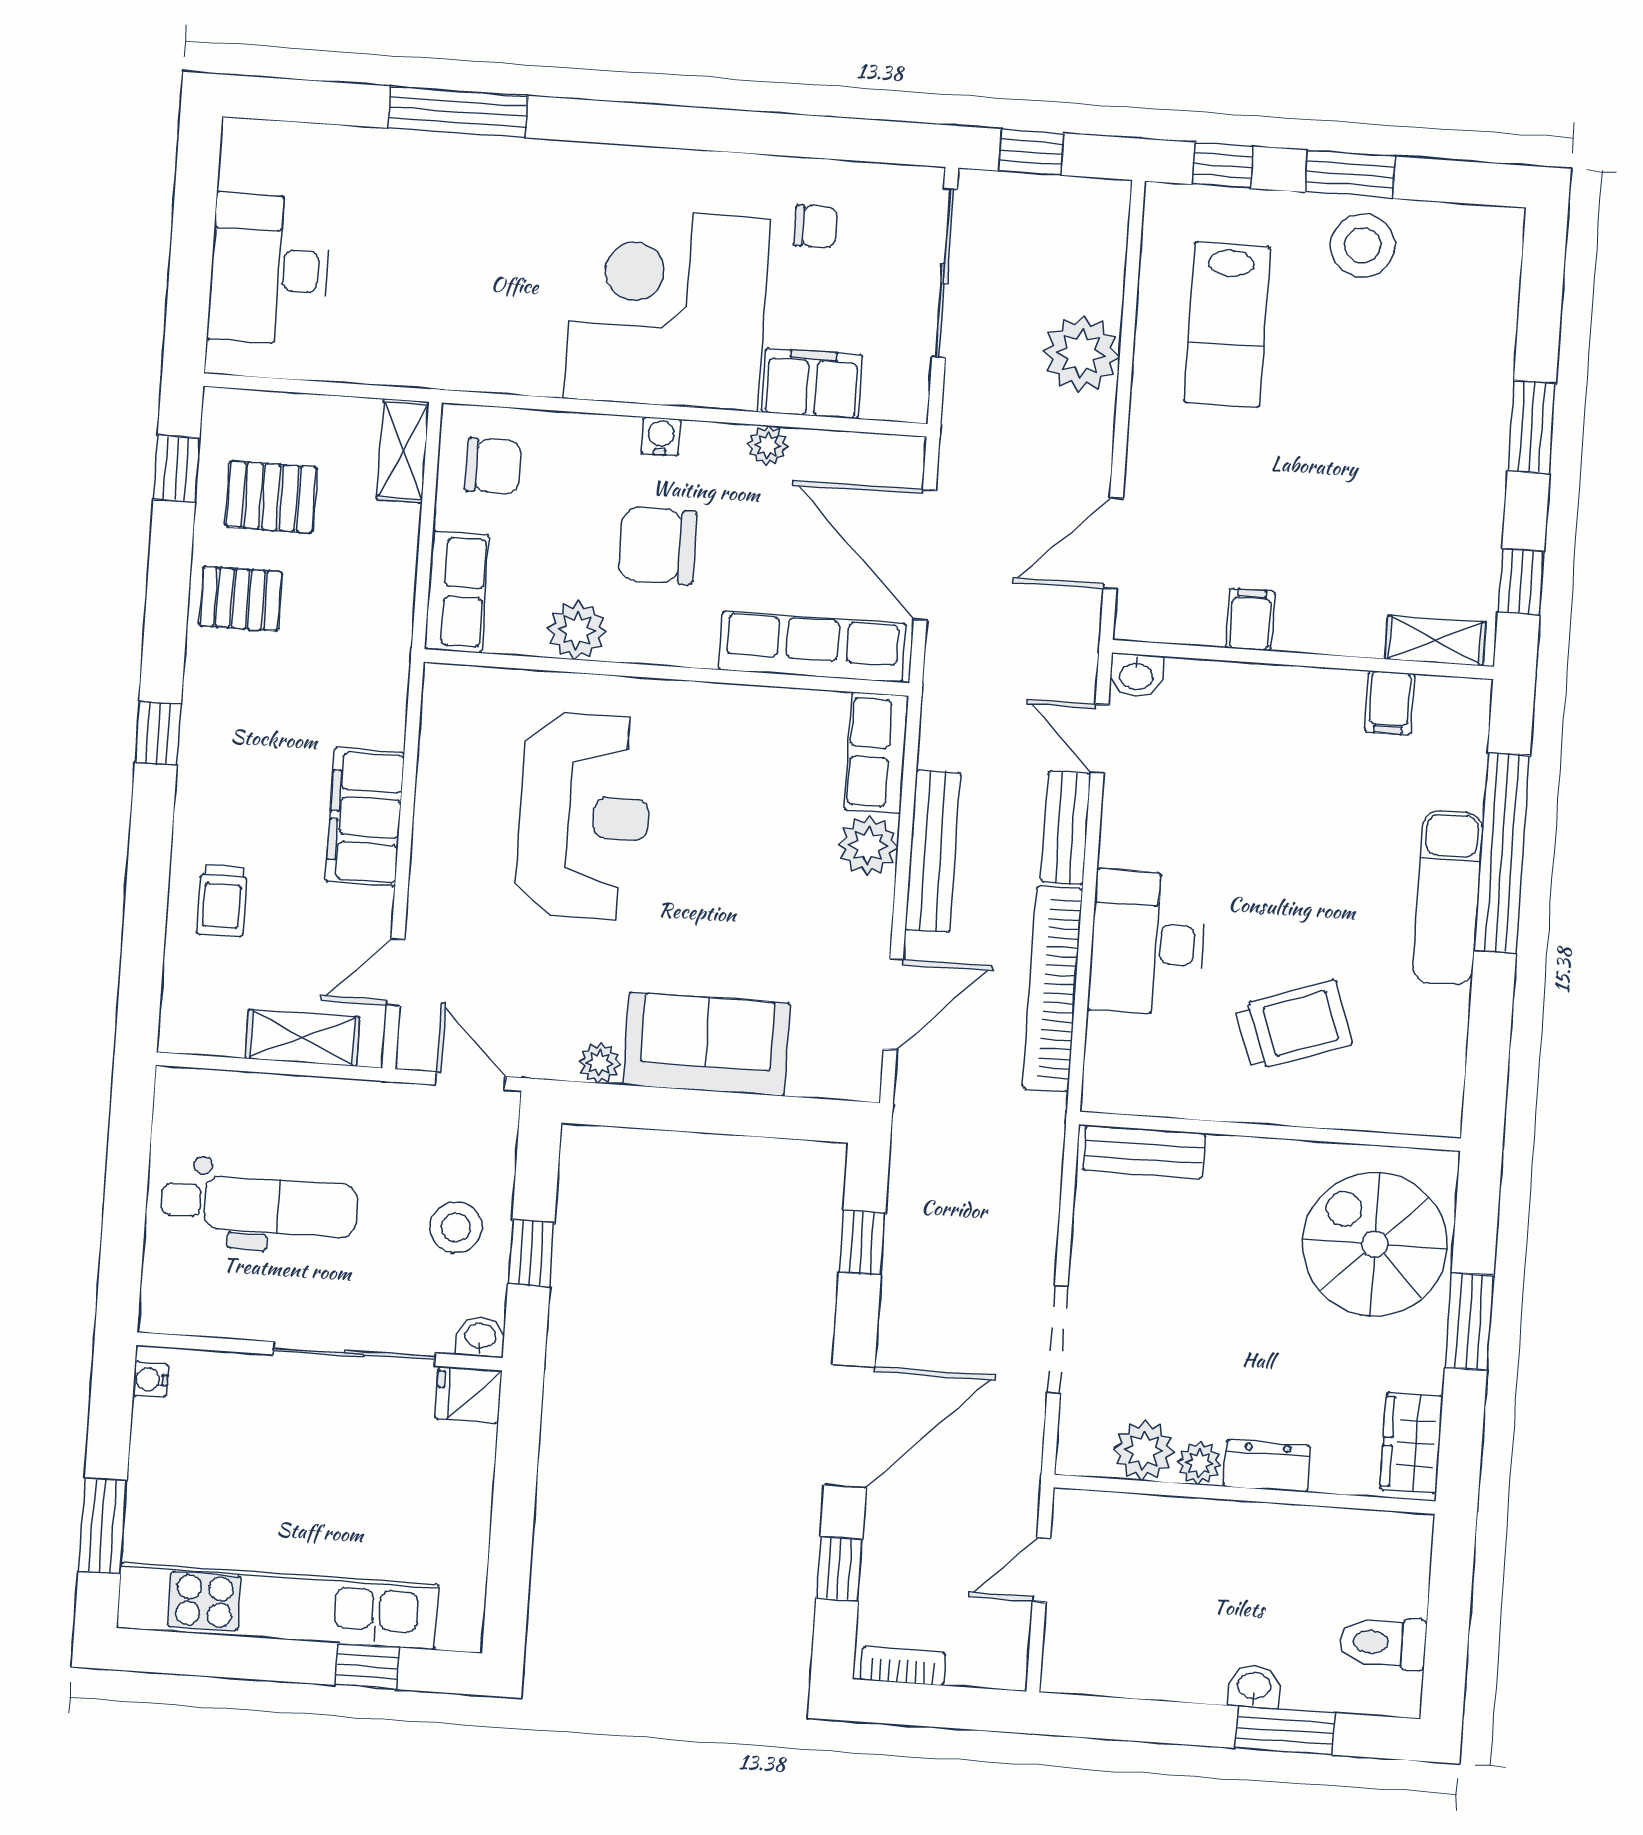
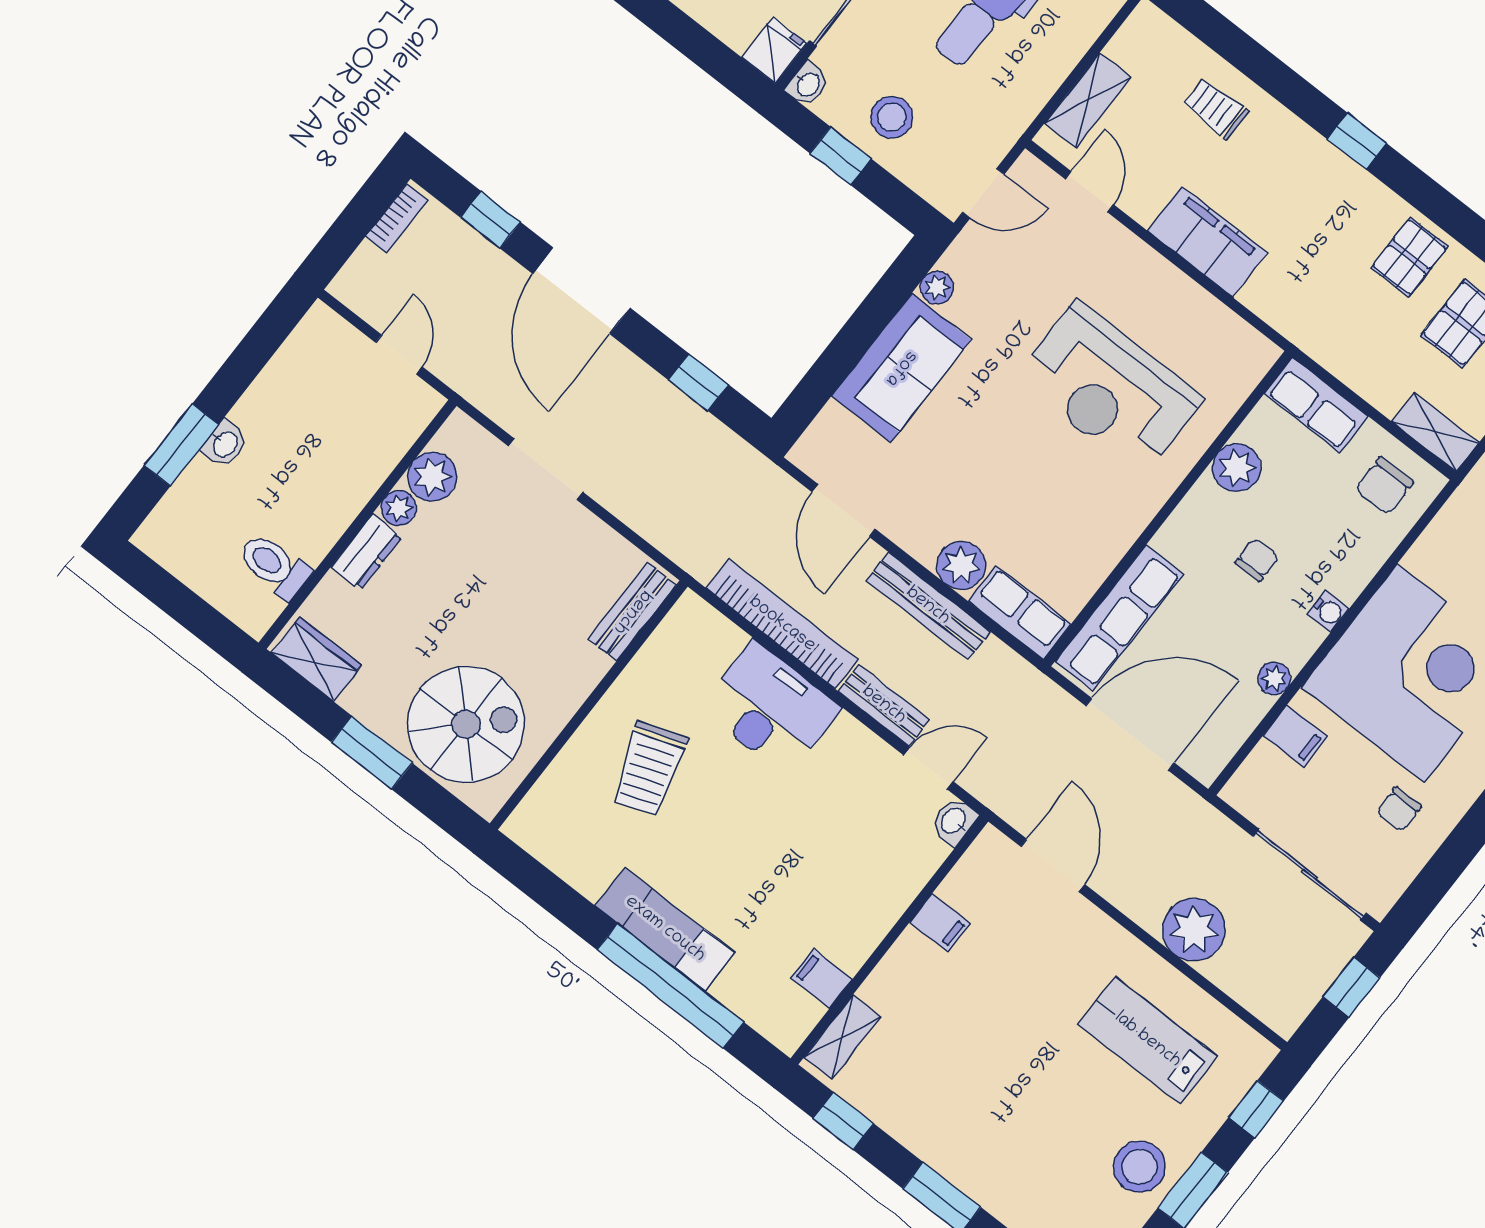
filing cabinet: (812, 384) -> (1296, 736), width x0.50
chair: (658, 545) -> (1257, 560), width x0.54, depth x0.54
toilet: (1383, 1643) -> (274, 566), moved, turned -90

